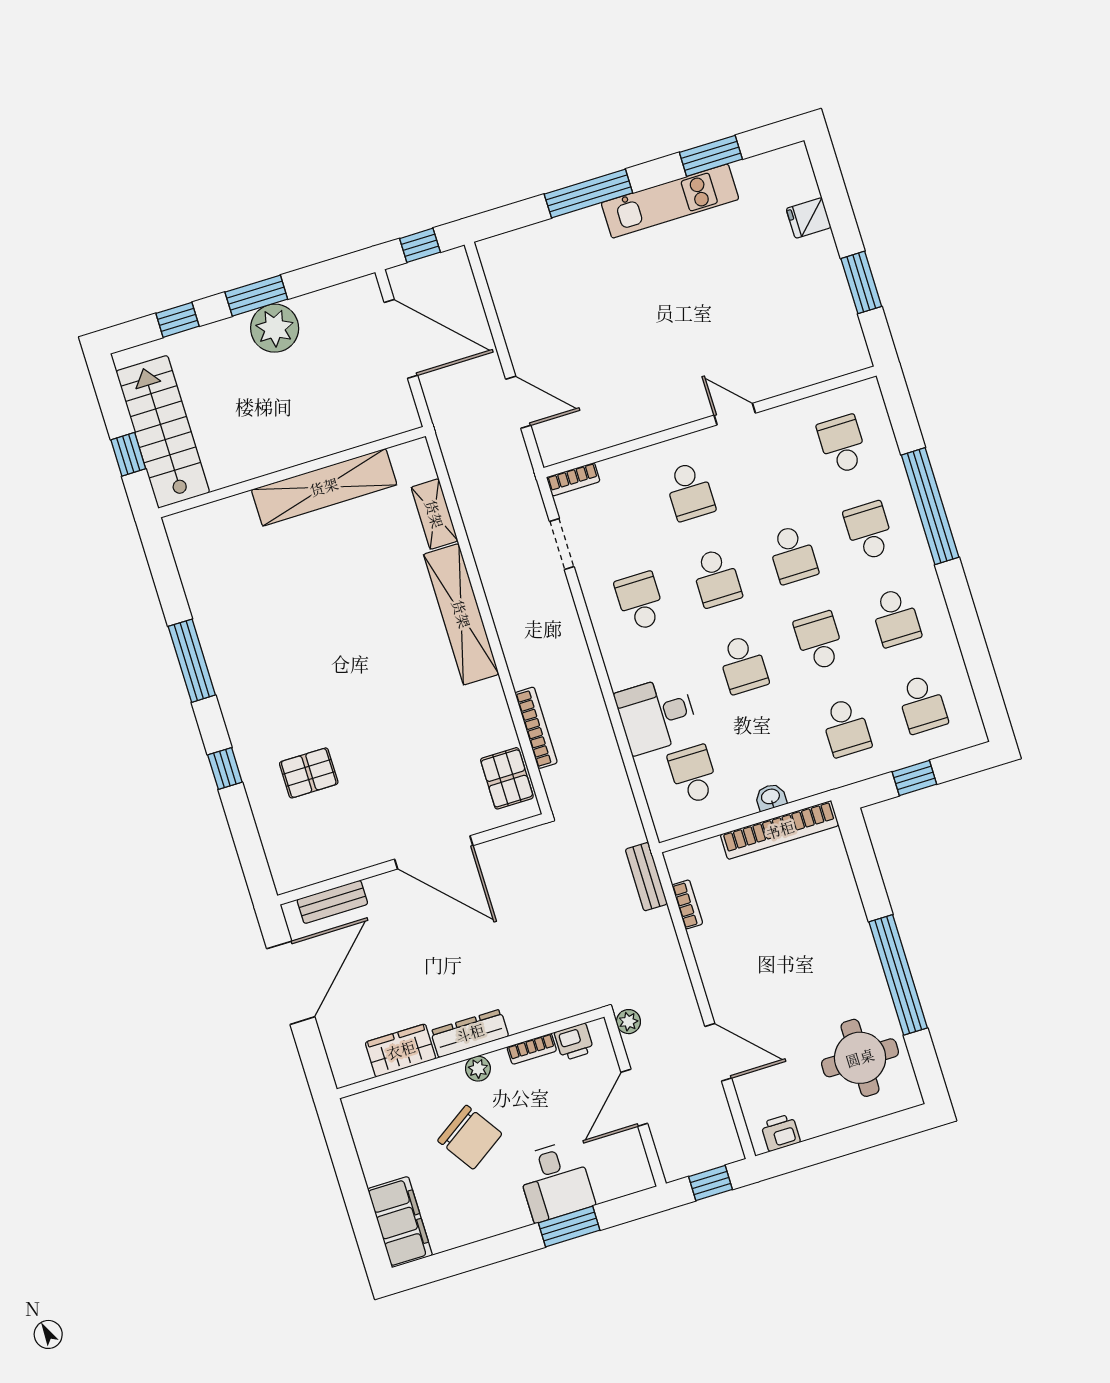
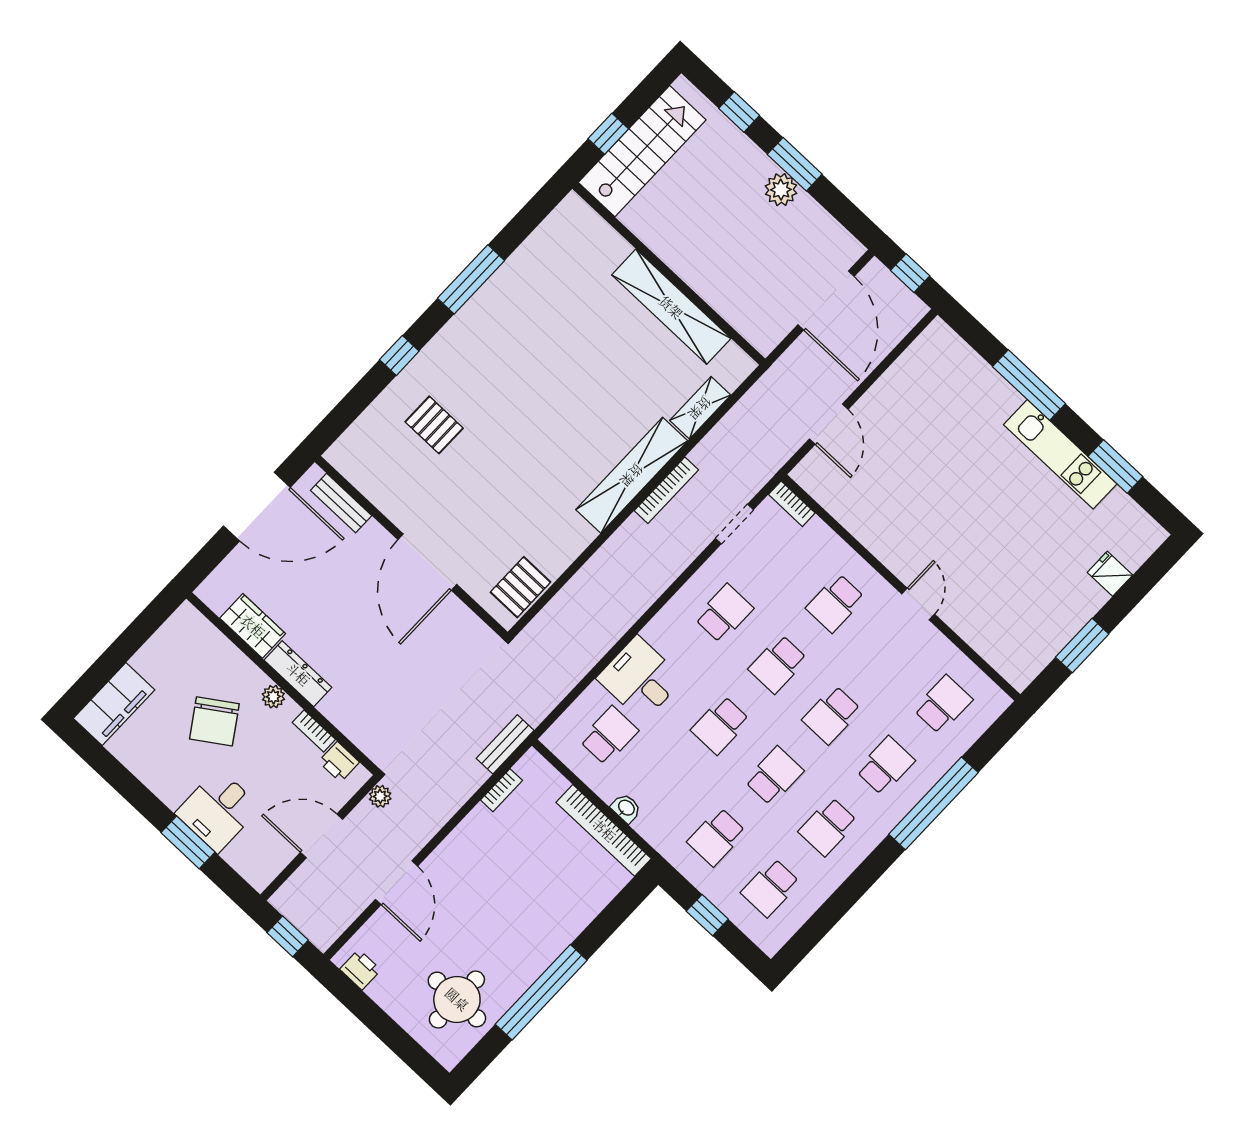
plant: (275, 328) -> (781, 190), width x0.73, depth x0.73
bookcase: (536, 728) -> (666, 490), moved

